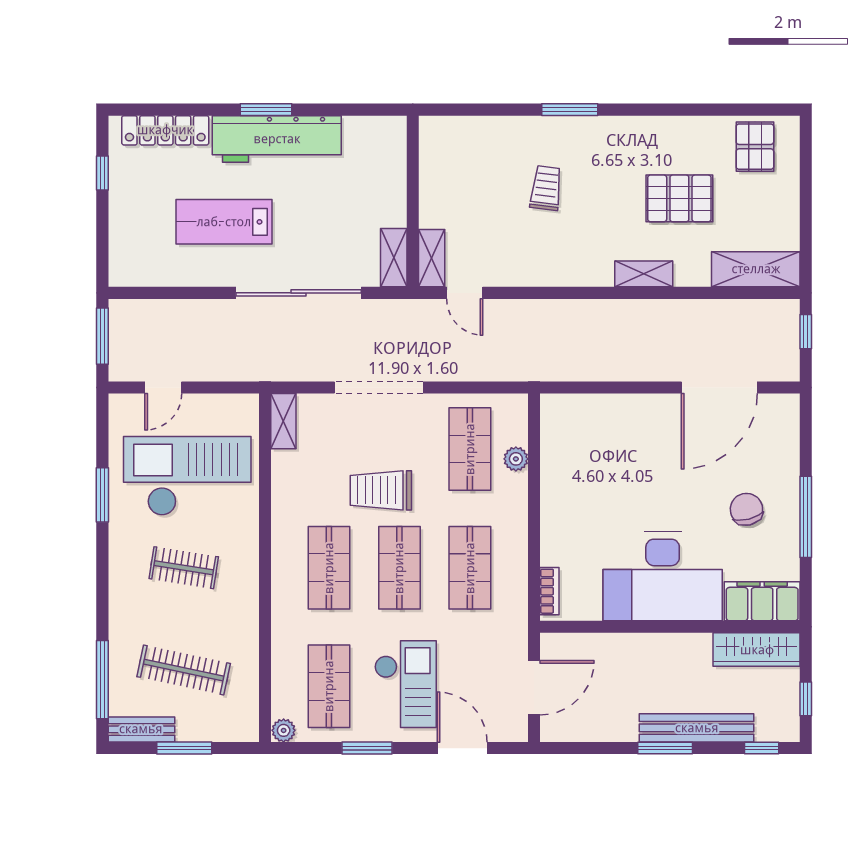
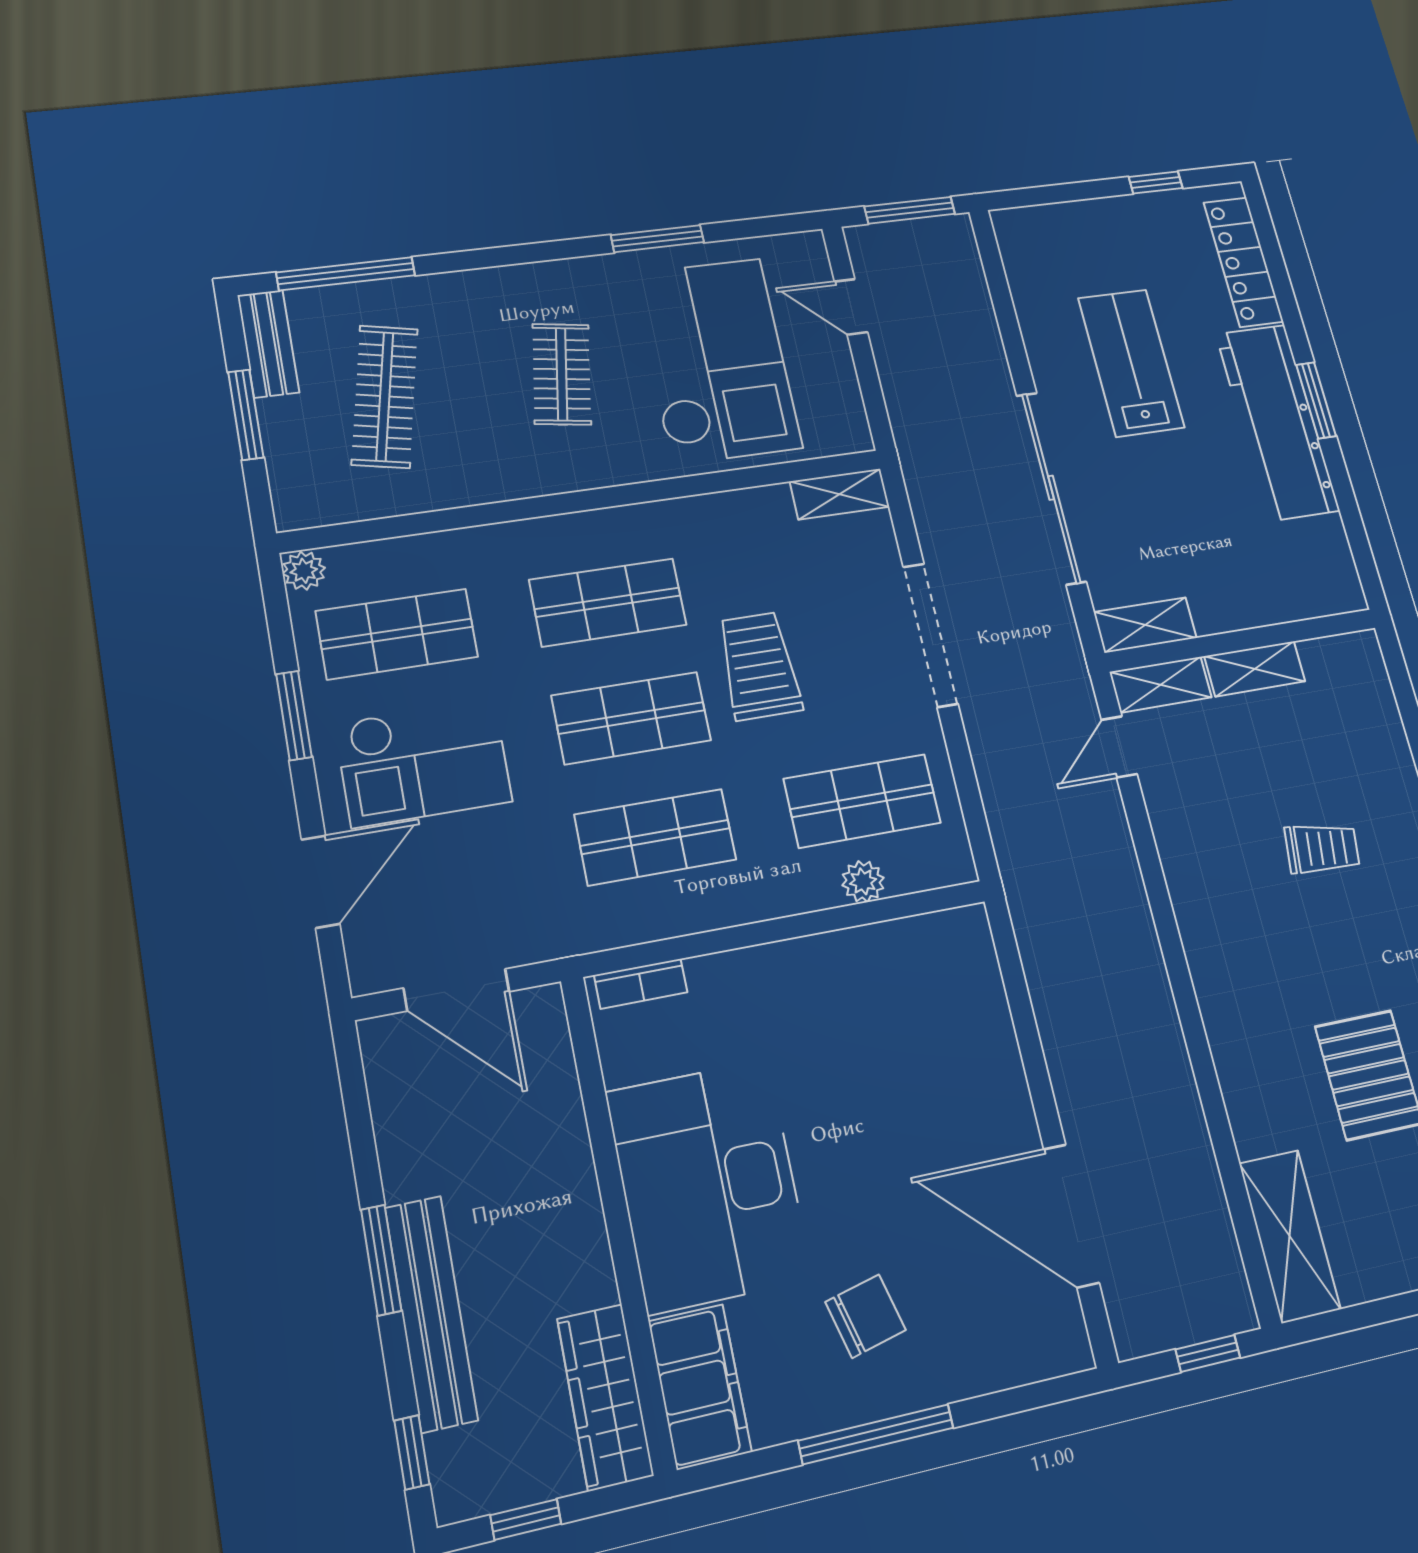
shelving: (644, 274) -> (1255, 669), moved, turned 90

